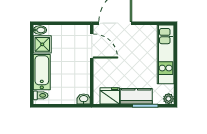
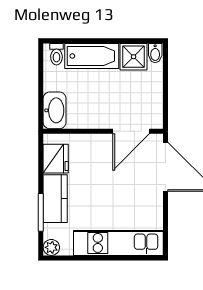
washbasin: (84, 99) -> (55, 110), width x1.91, depth x1.45

